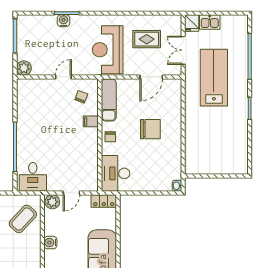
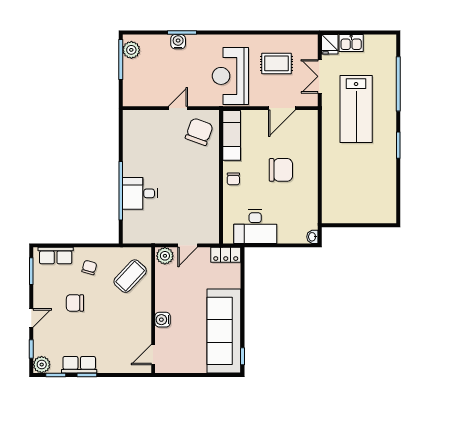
plant: (24, 68) -> (131, 50), moved
lab bench: (214, 78) -> (356, 109), turned 180
chair: (81, 97) -> (199, 132), width x1.87, depth x1.87
filing cabinet: (91, 121) -> (210, 161), removed
desk: (115, 173) -> (255, 227), moved, turned -90
desk: (33, 177) -> (140, 193), moved, turned 90
water cooler: (50, 243) -> (163, 320), moved

